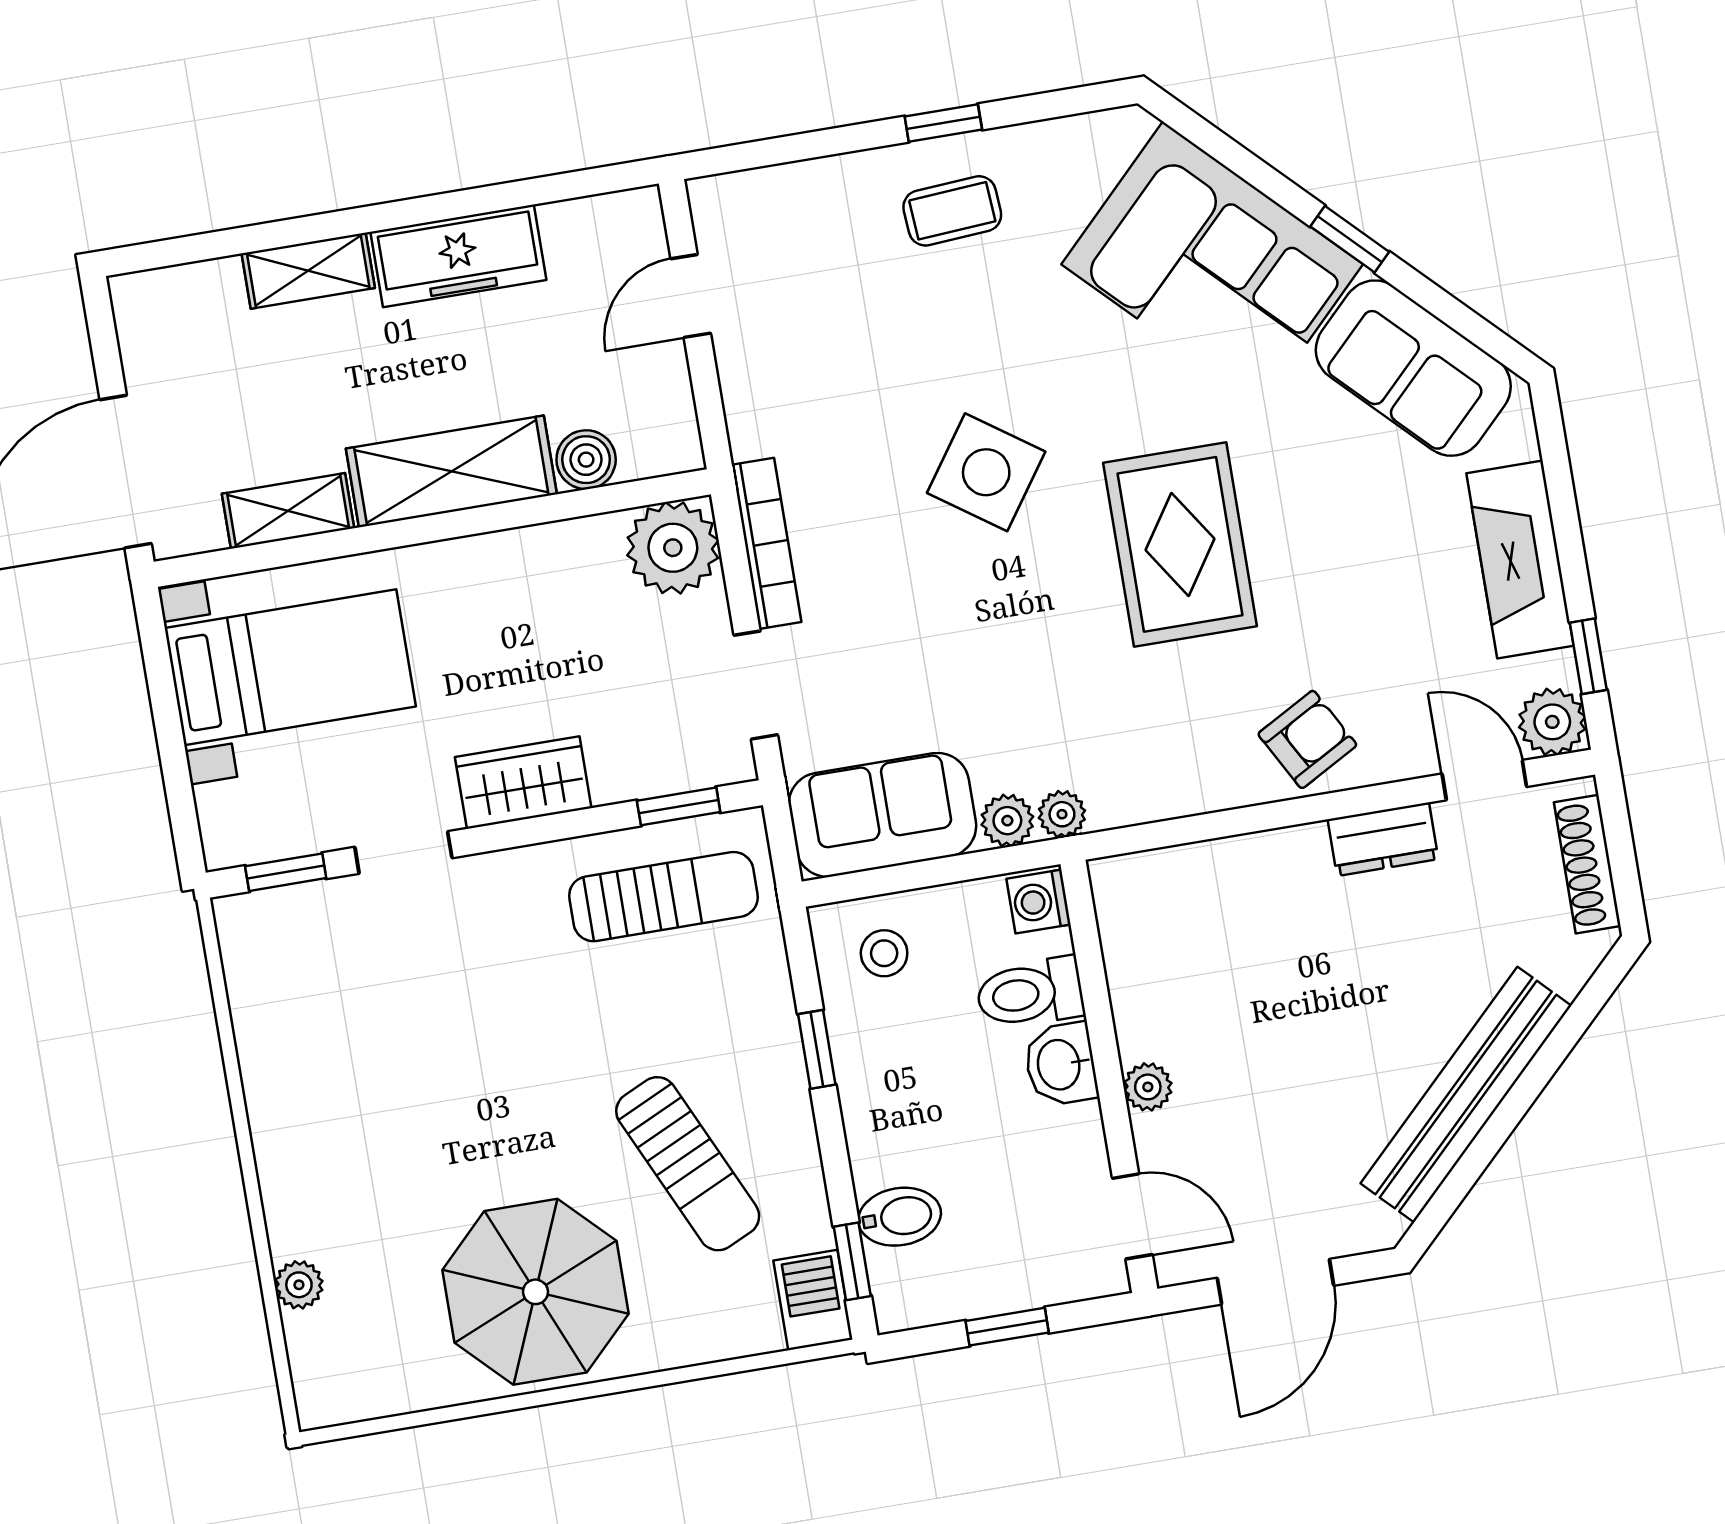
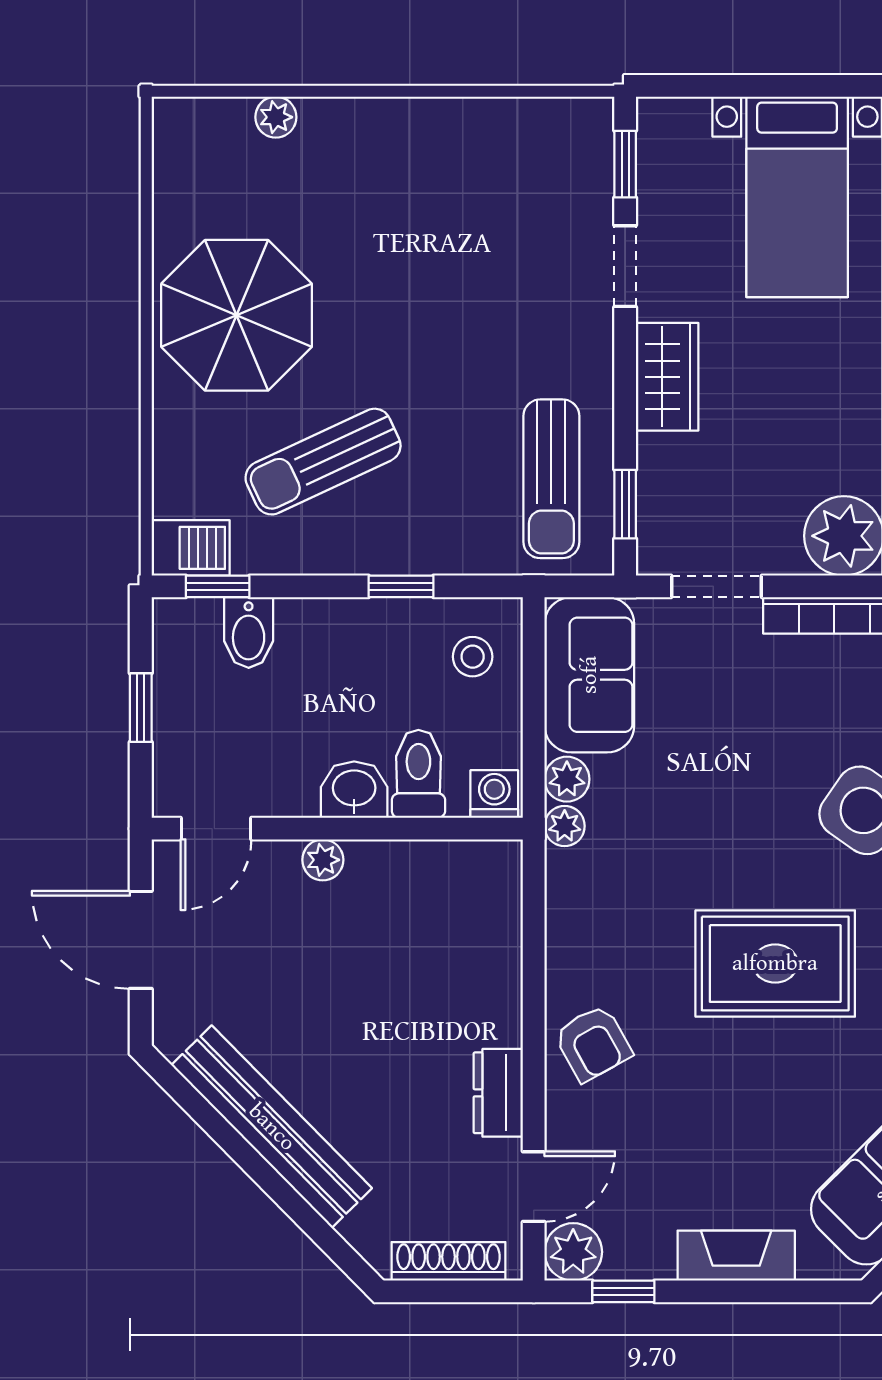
fireplace: (1520, 559) -> (736, 1256), width x0.73, depth x0.76

